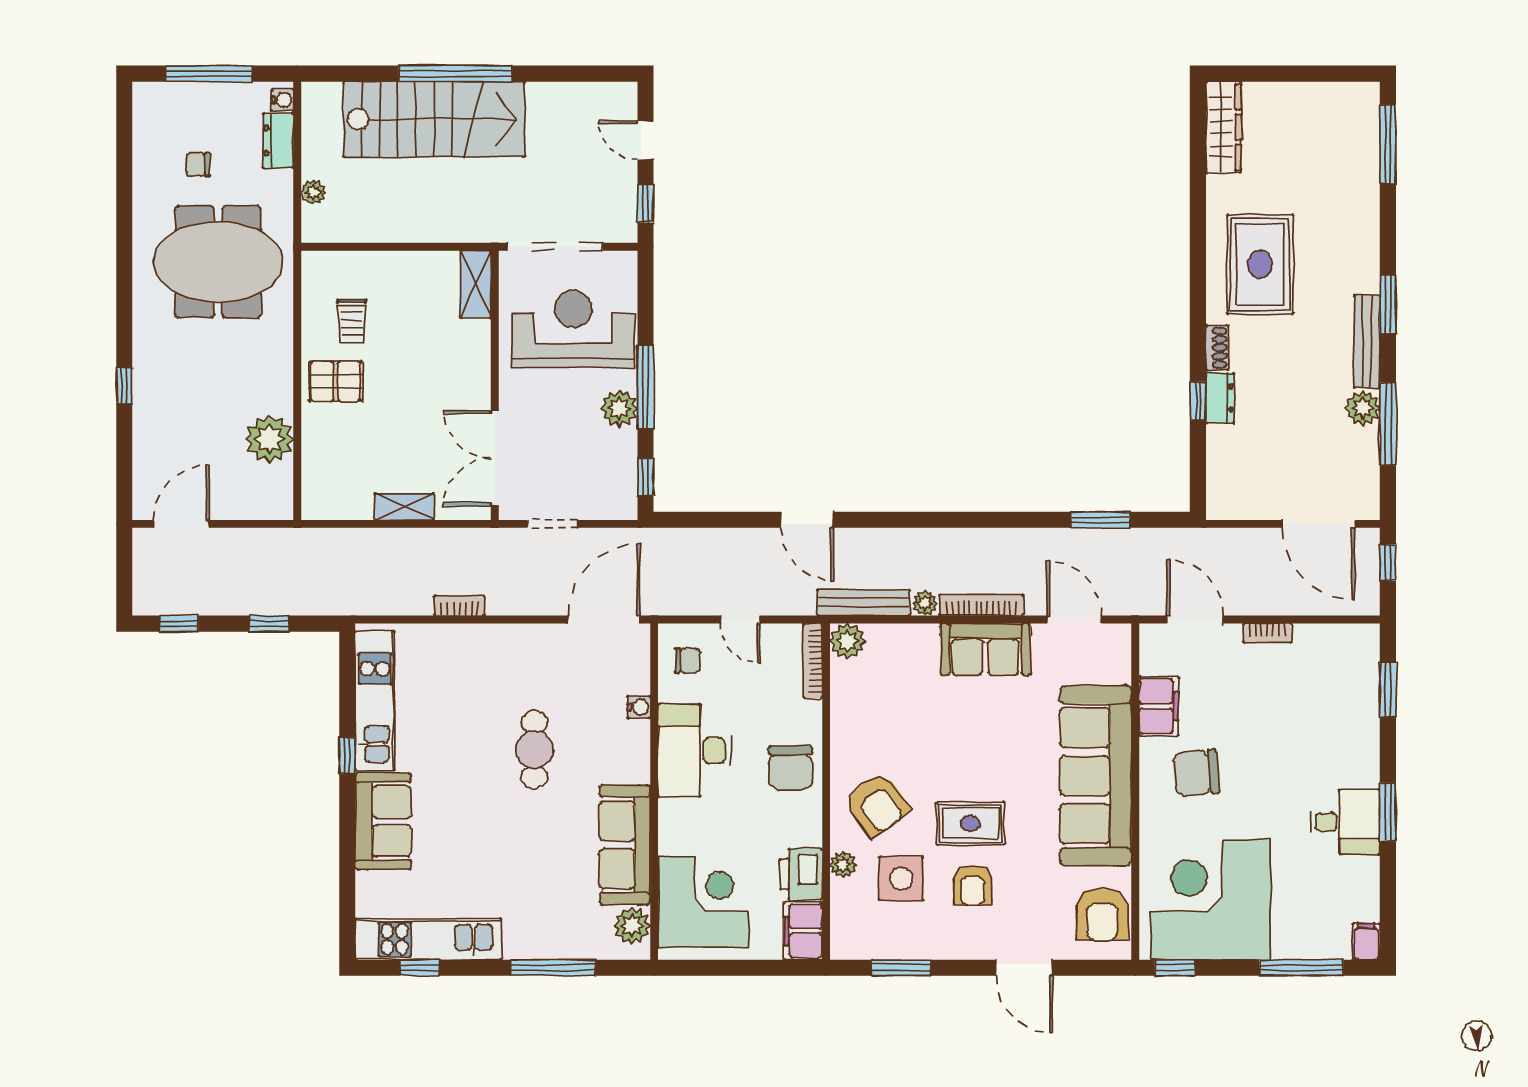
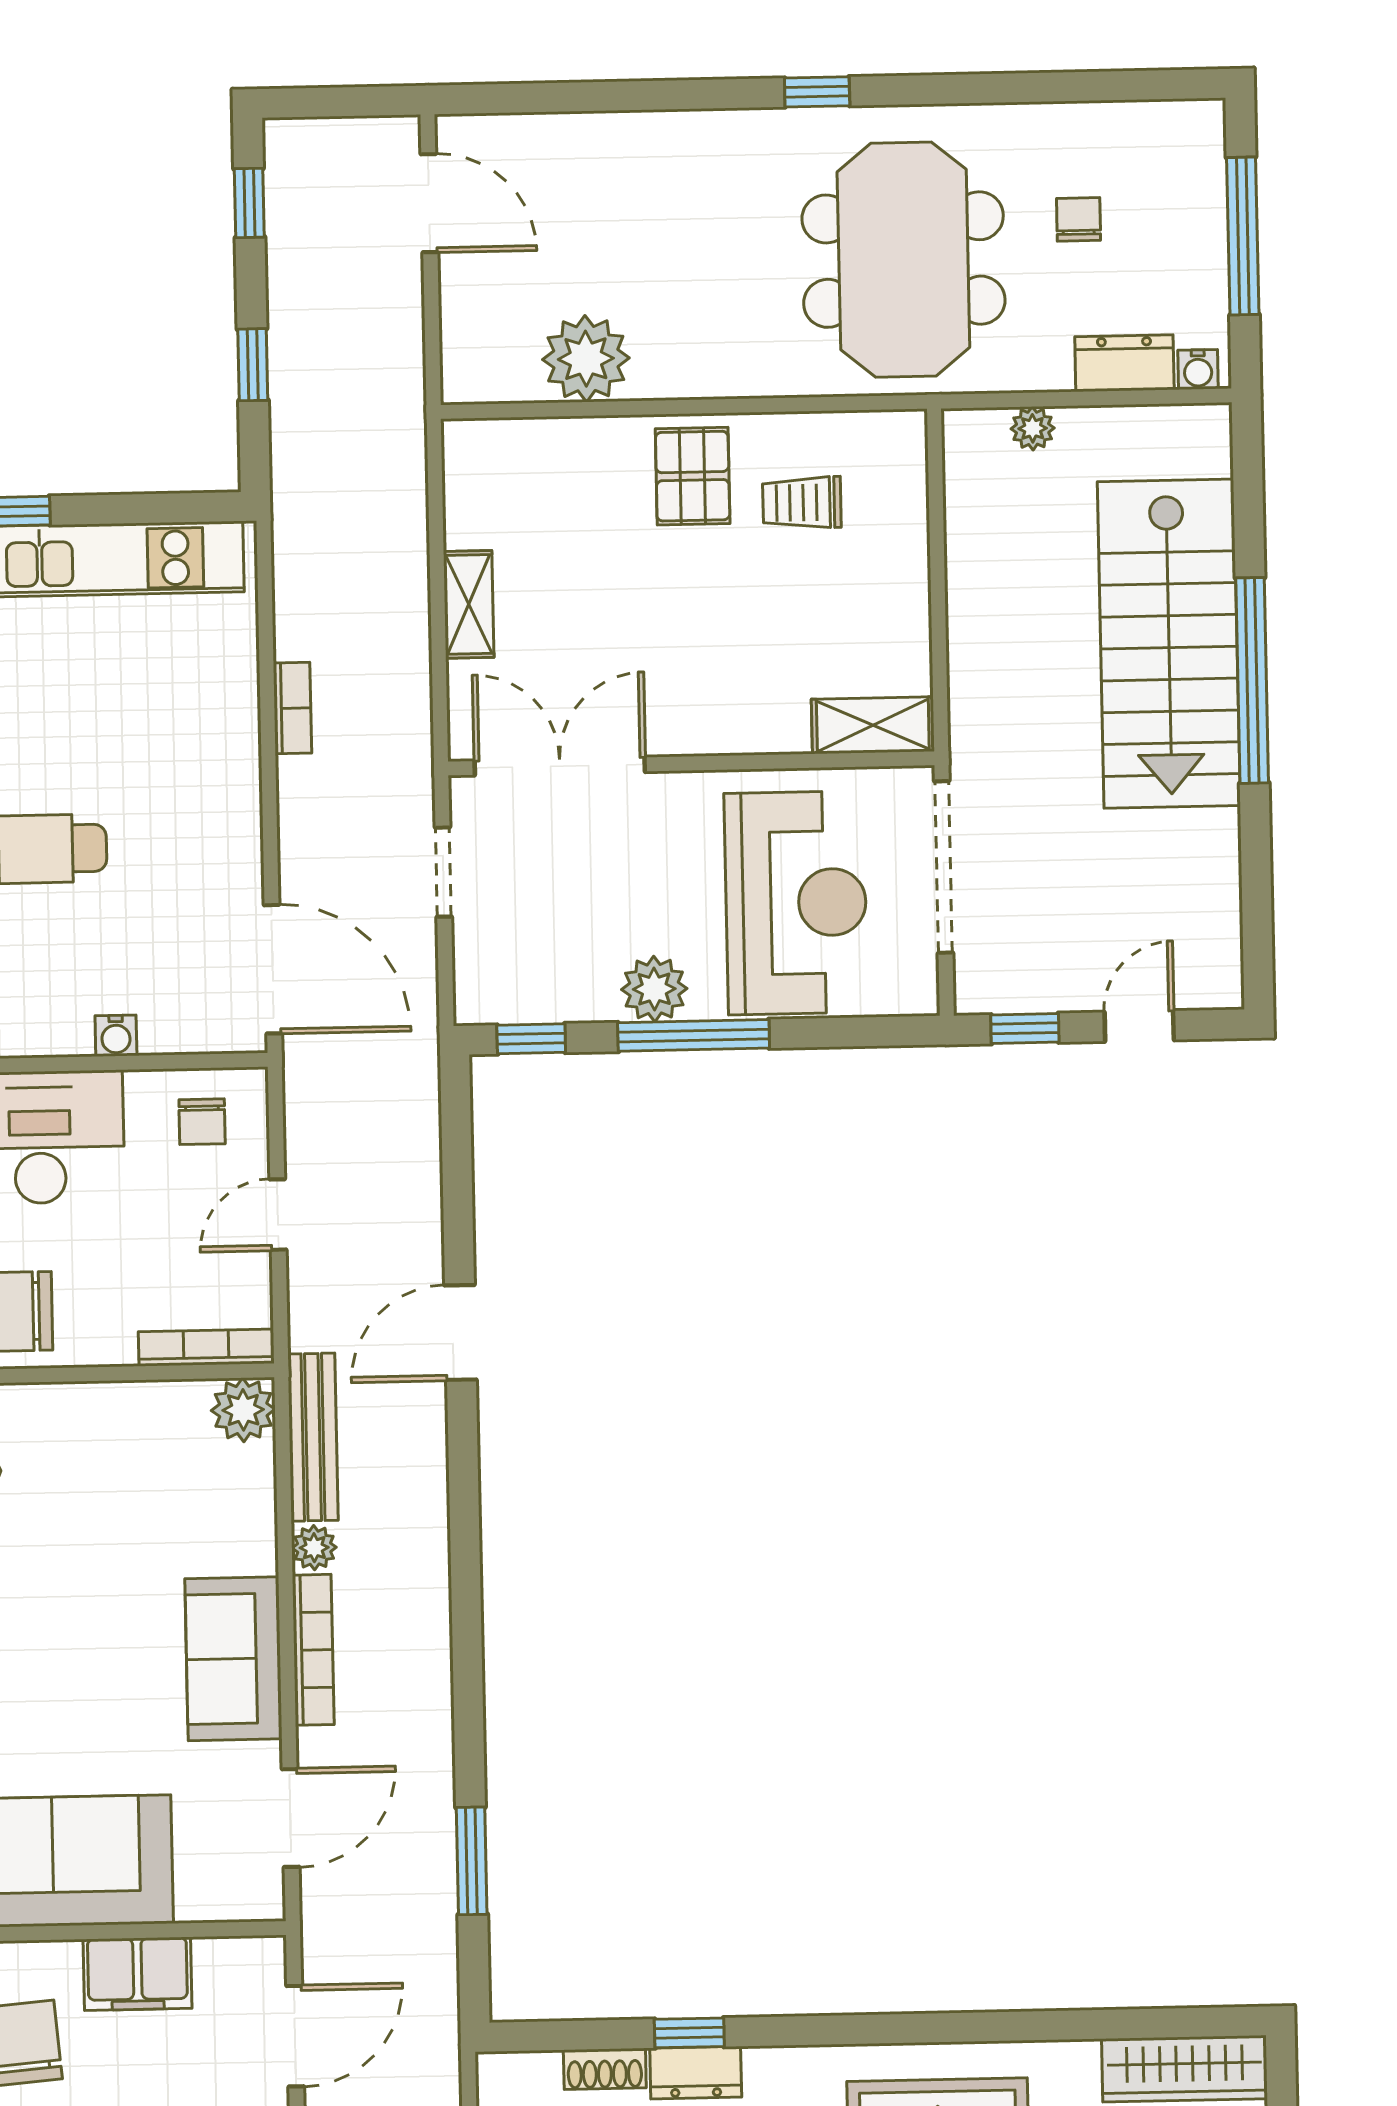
shoe rack: (1217, 348) -> (605, 2069), moved
window: (124, 385) -> (817, 92), moved

